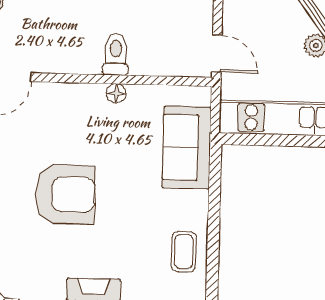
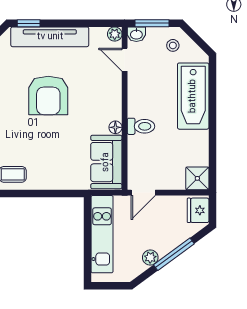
sofa: (187, 147) -> (106, 162), moved, turned -90

